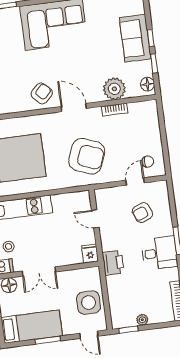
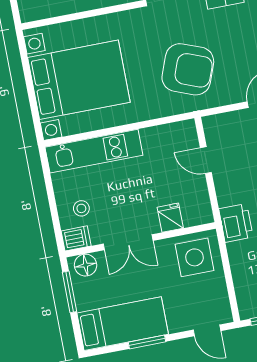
fridge: (90, 254) -> (170, 218), moved
side table: (89, 303) -> (195, 257), moved

